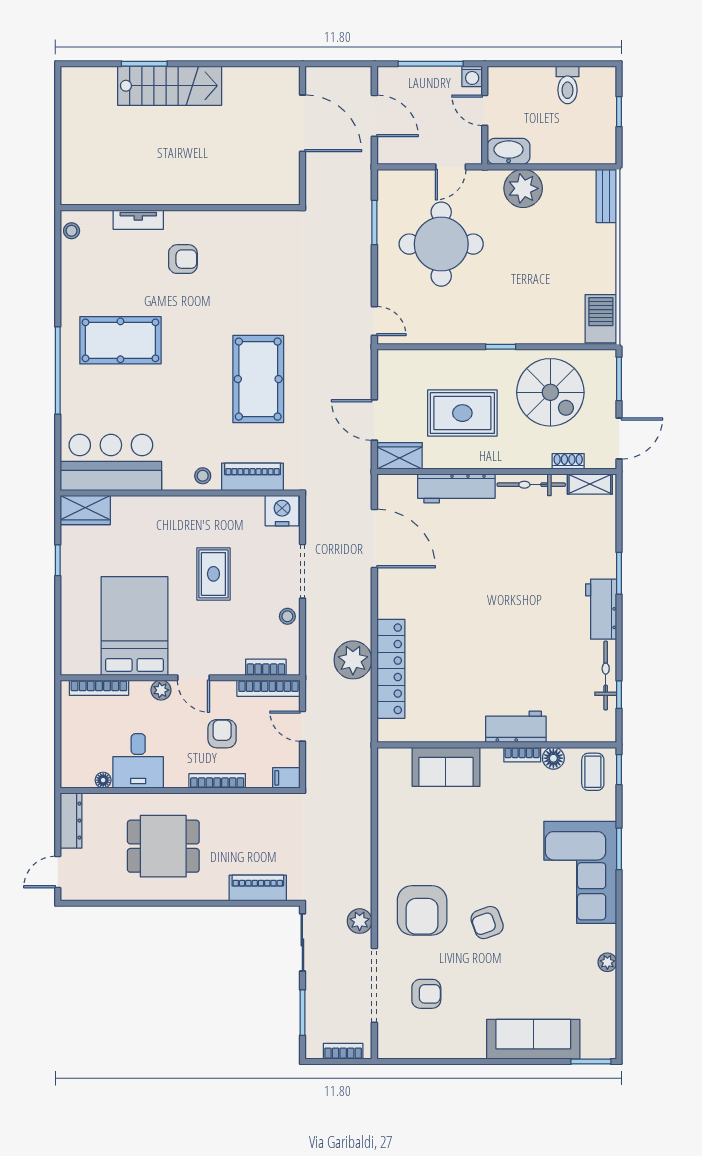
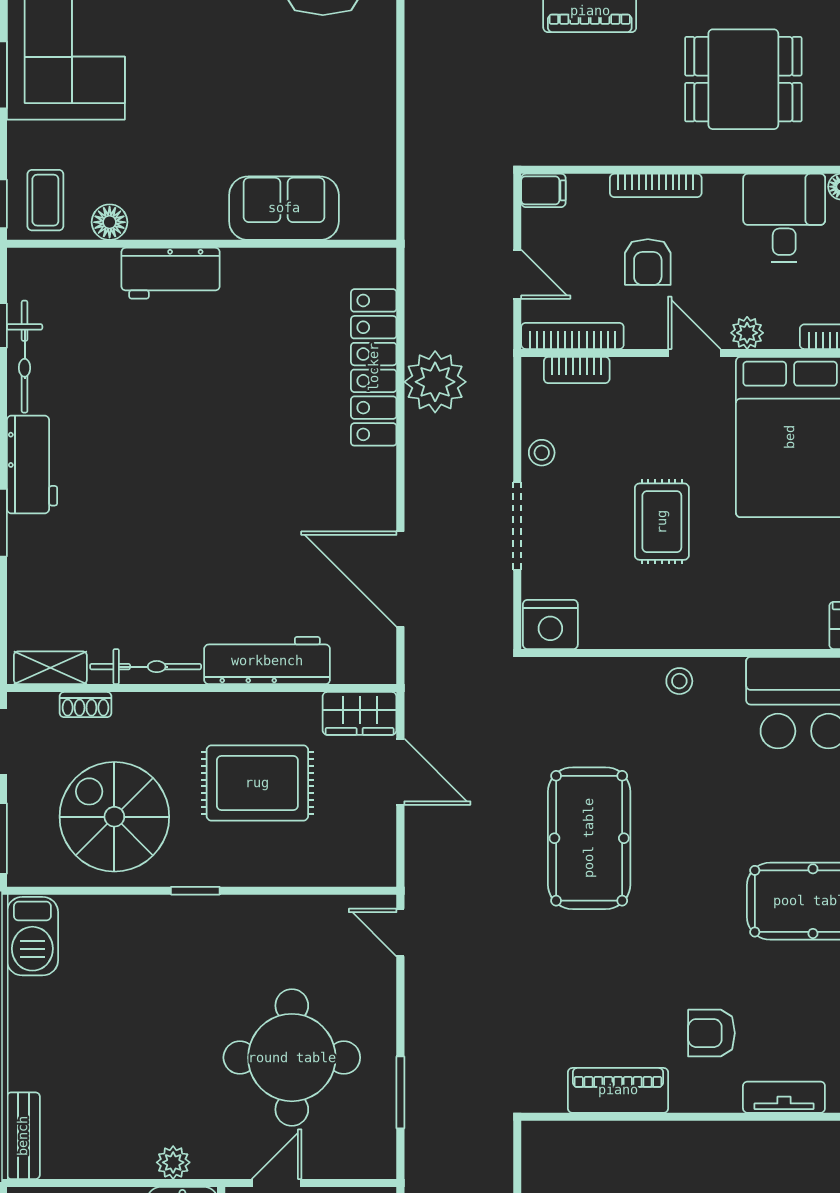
plant: (523, 188) -> (173, 1162), width x0.53, depth x0.53
piano: (252, 477) -> (618, 1090), moved, turned 180
bookcase: (522, 755) -> (160, 228), removed

